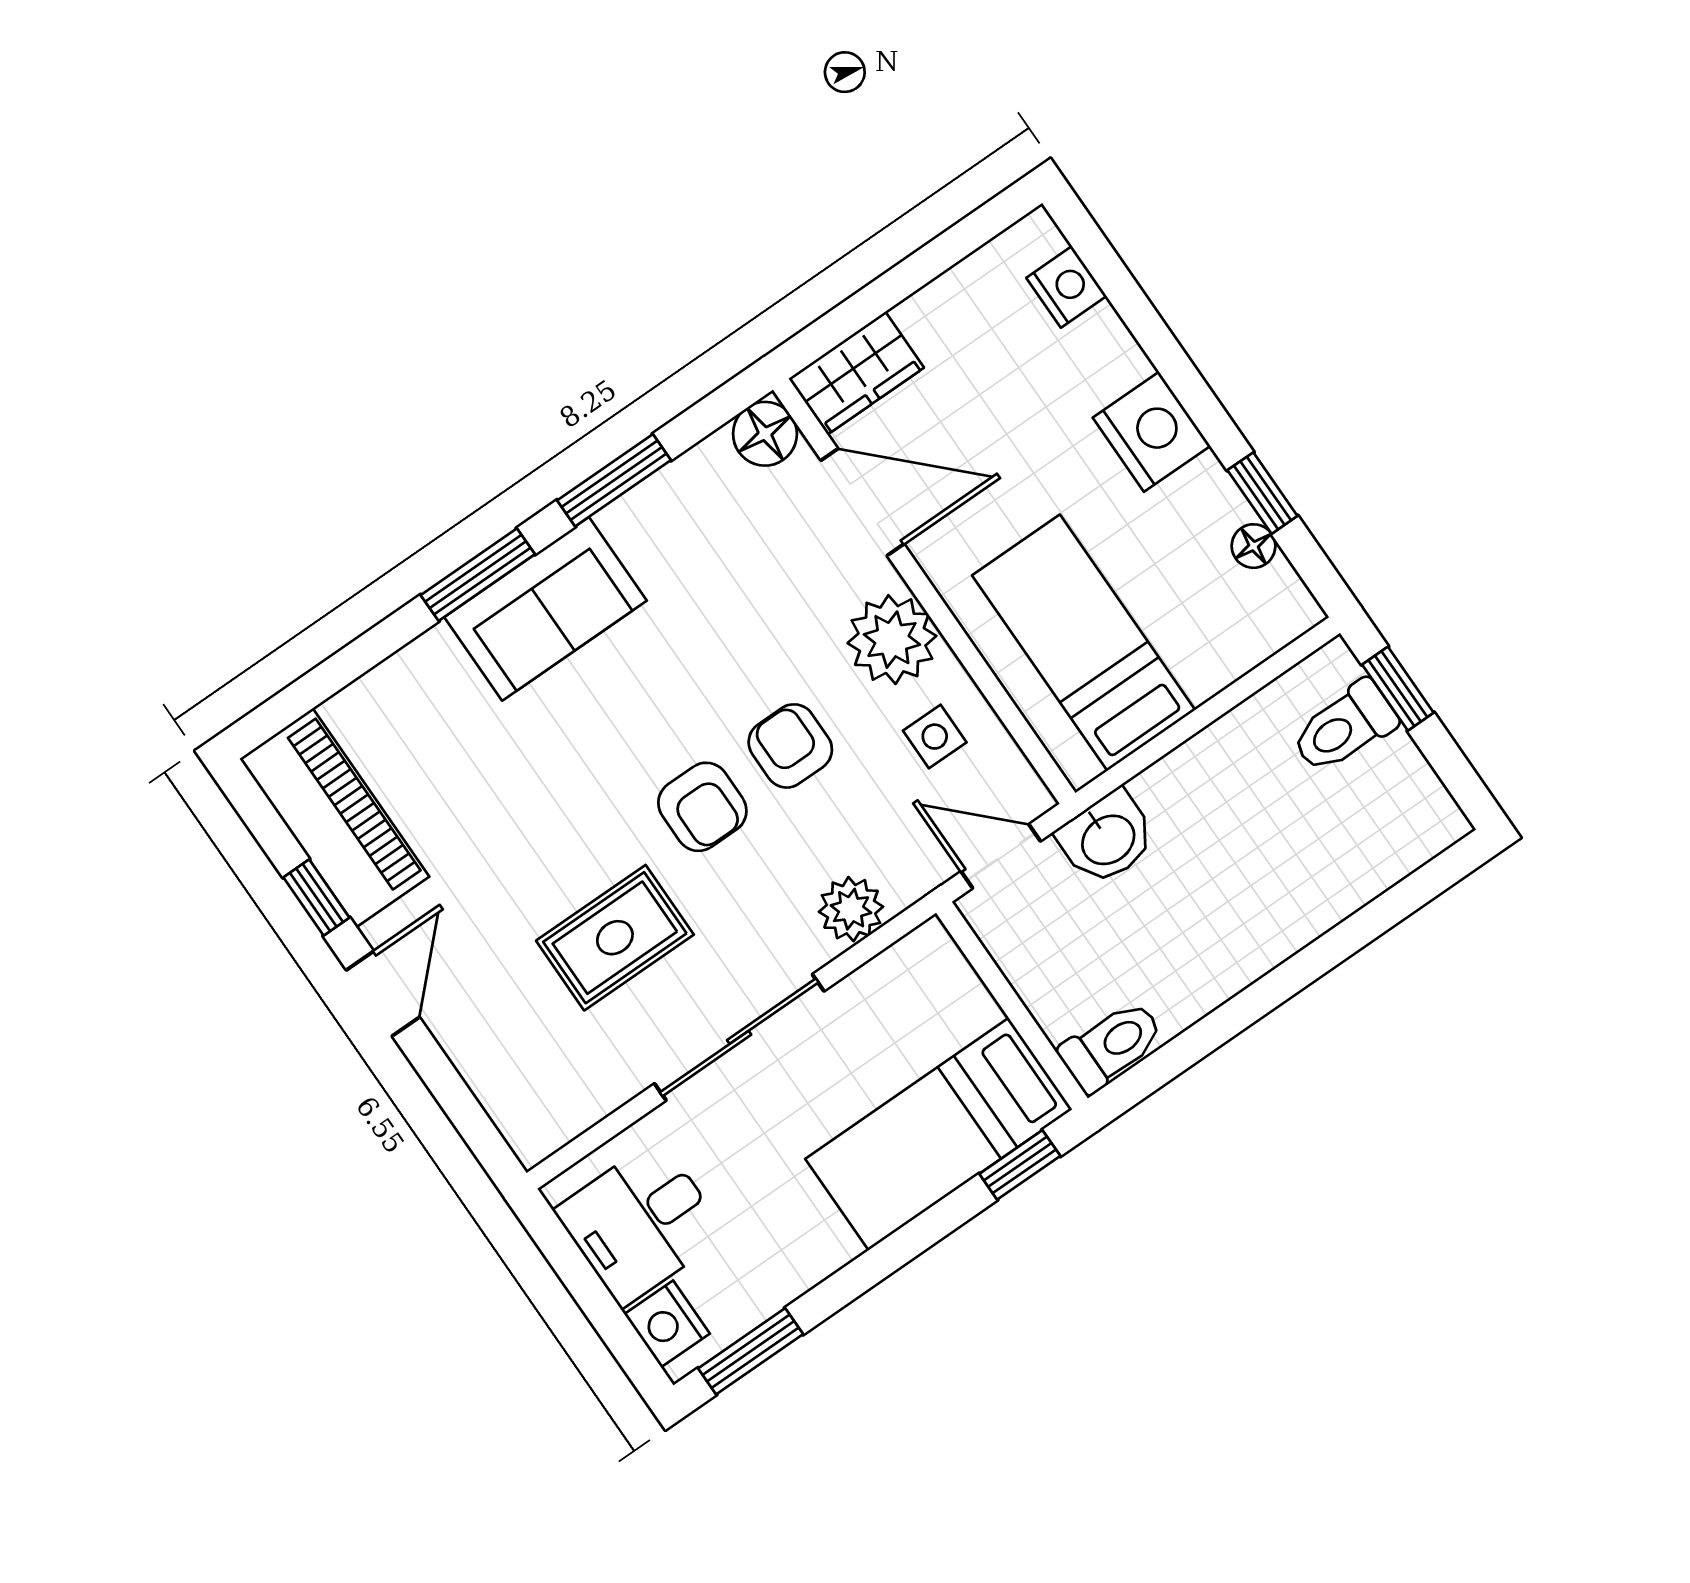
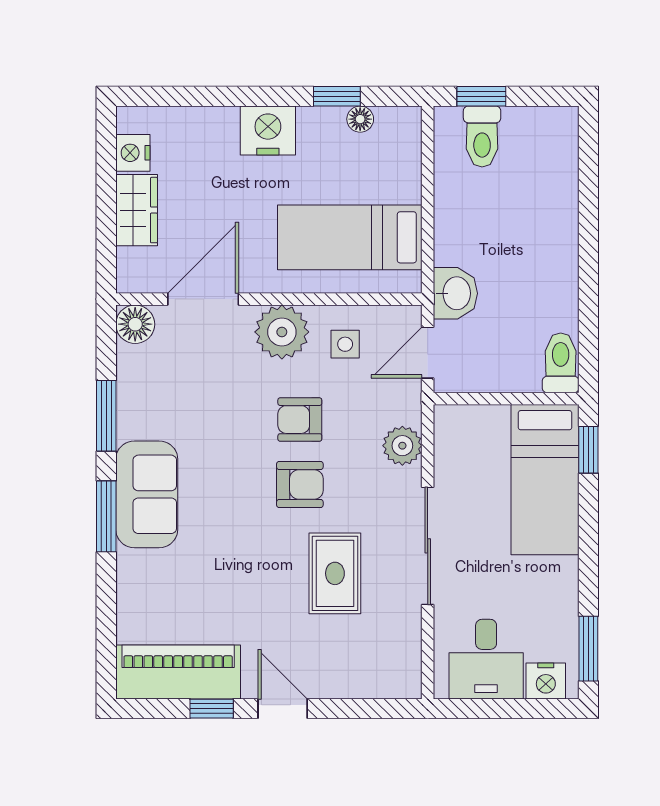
nightstand: (1067, 287) -> (133, 153), moved, turned -90
wardrobe: (856, 373) -> (137, 210), moved

